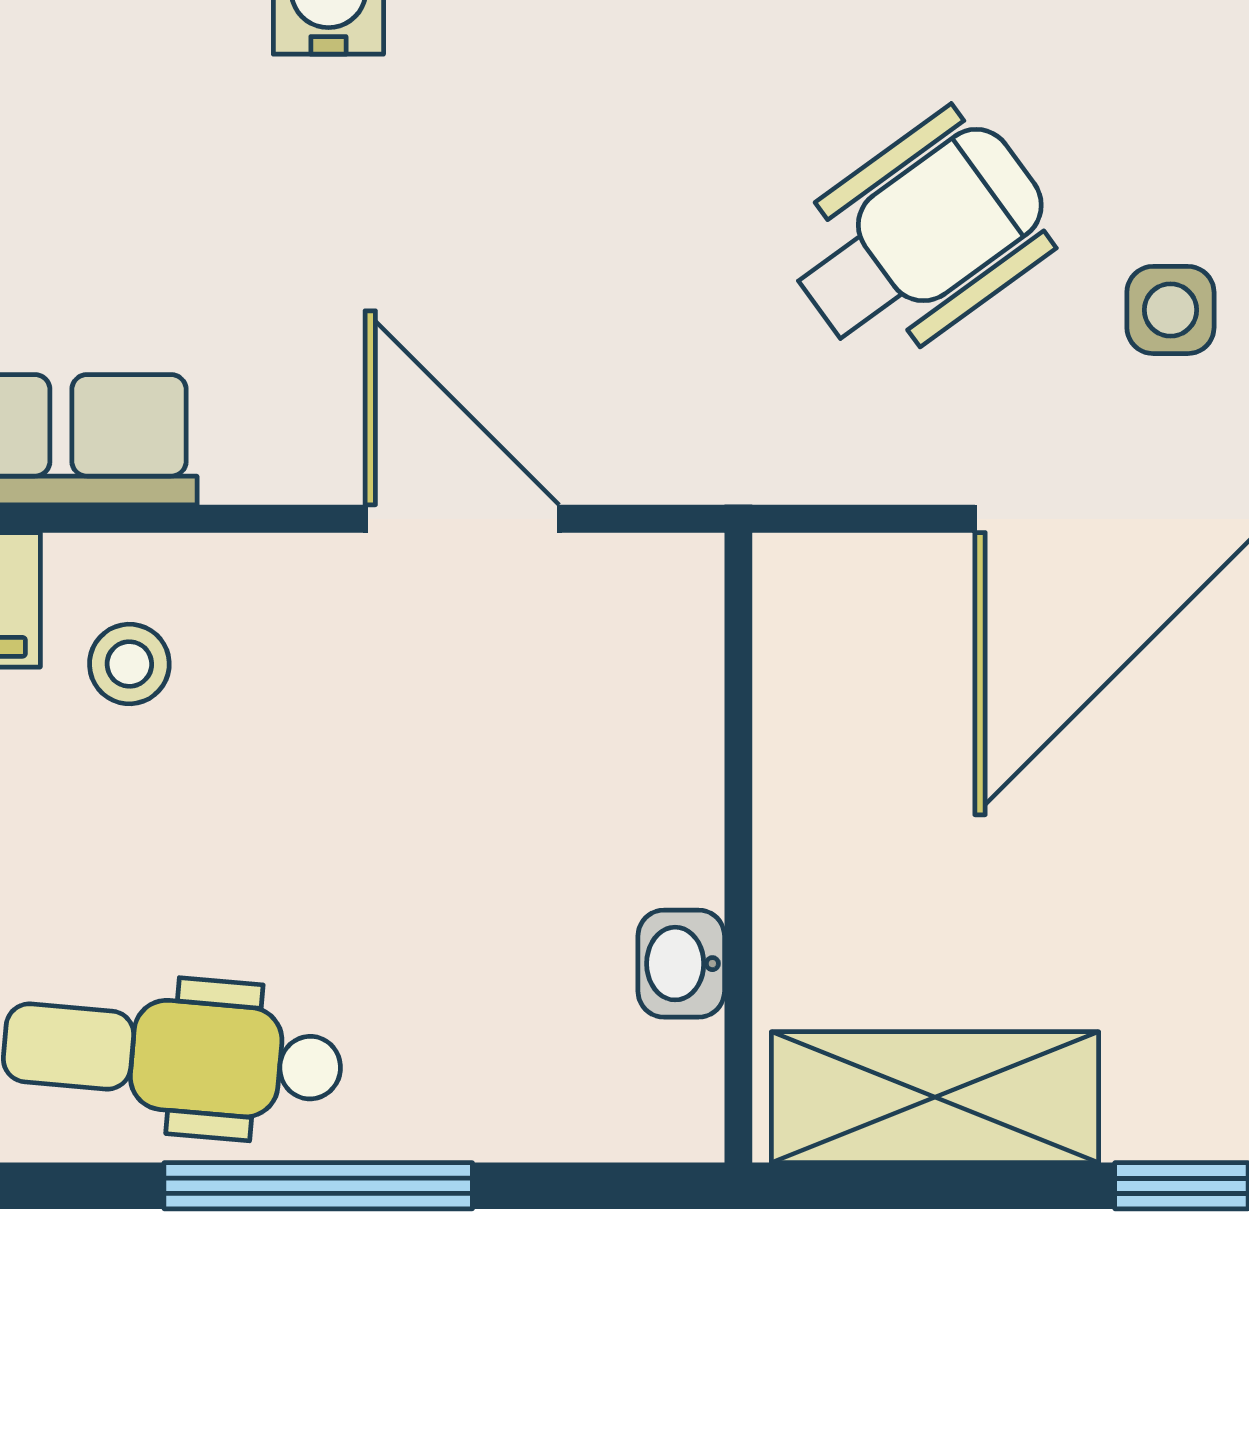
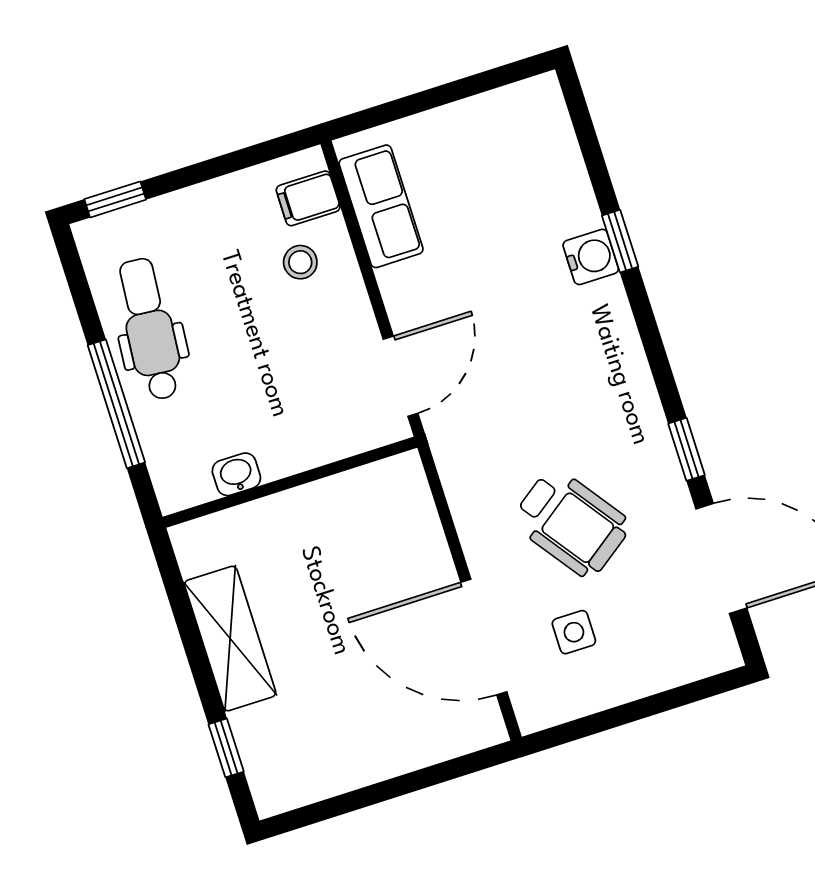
wall: (738, 848) -> (290, 482), moved
washbasin: (681, 964) -> (236, 474), moved

